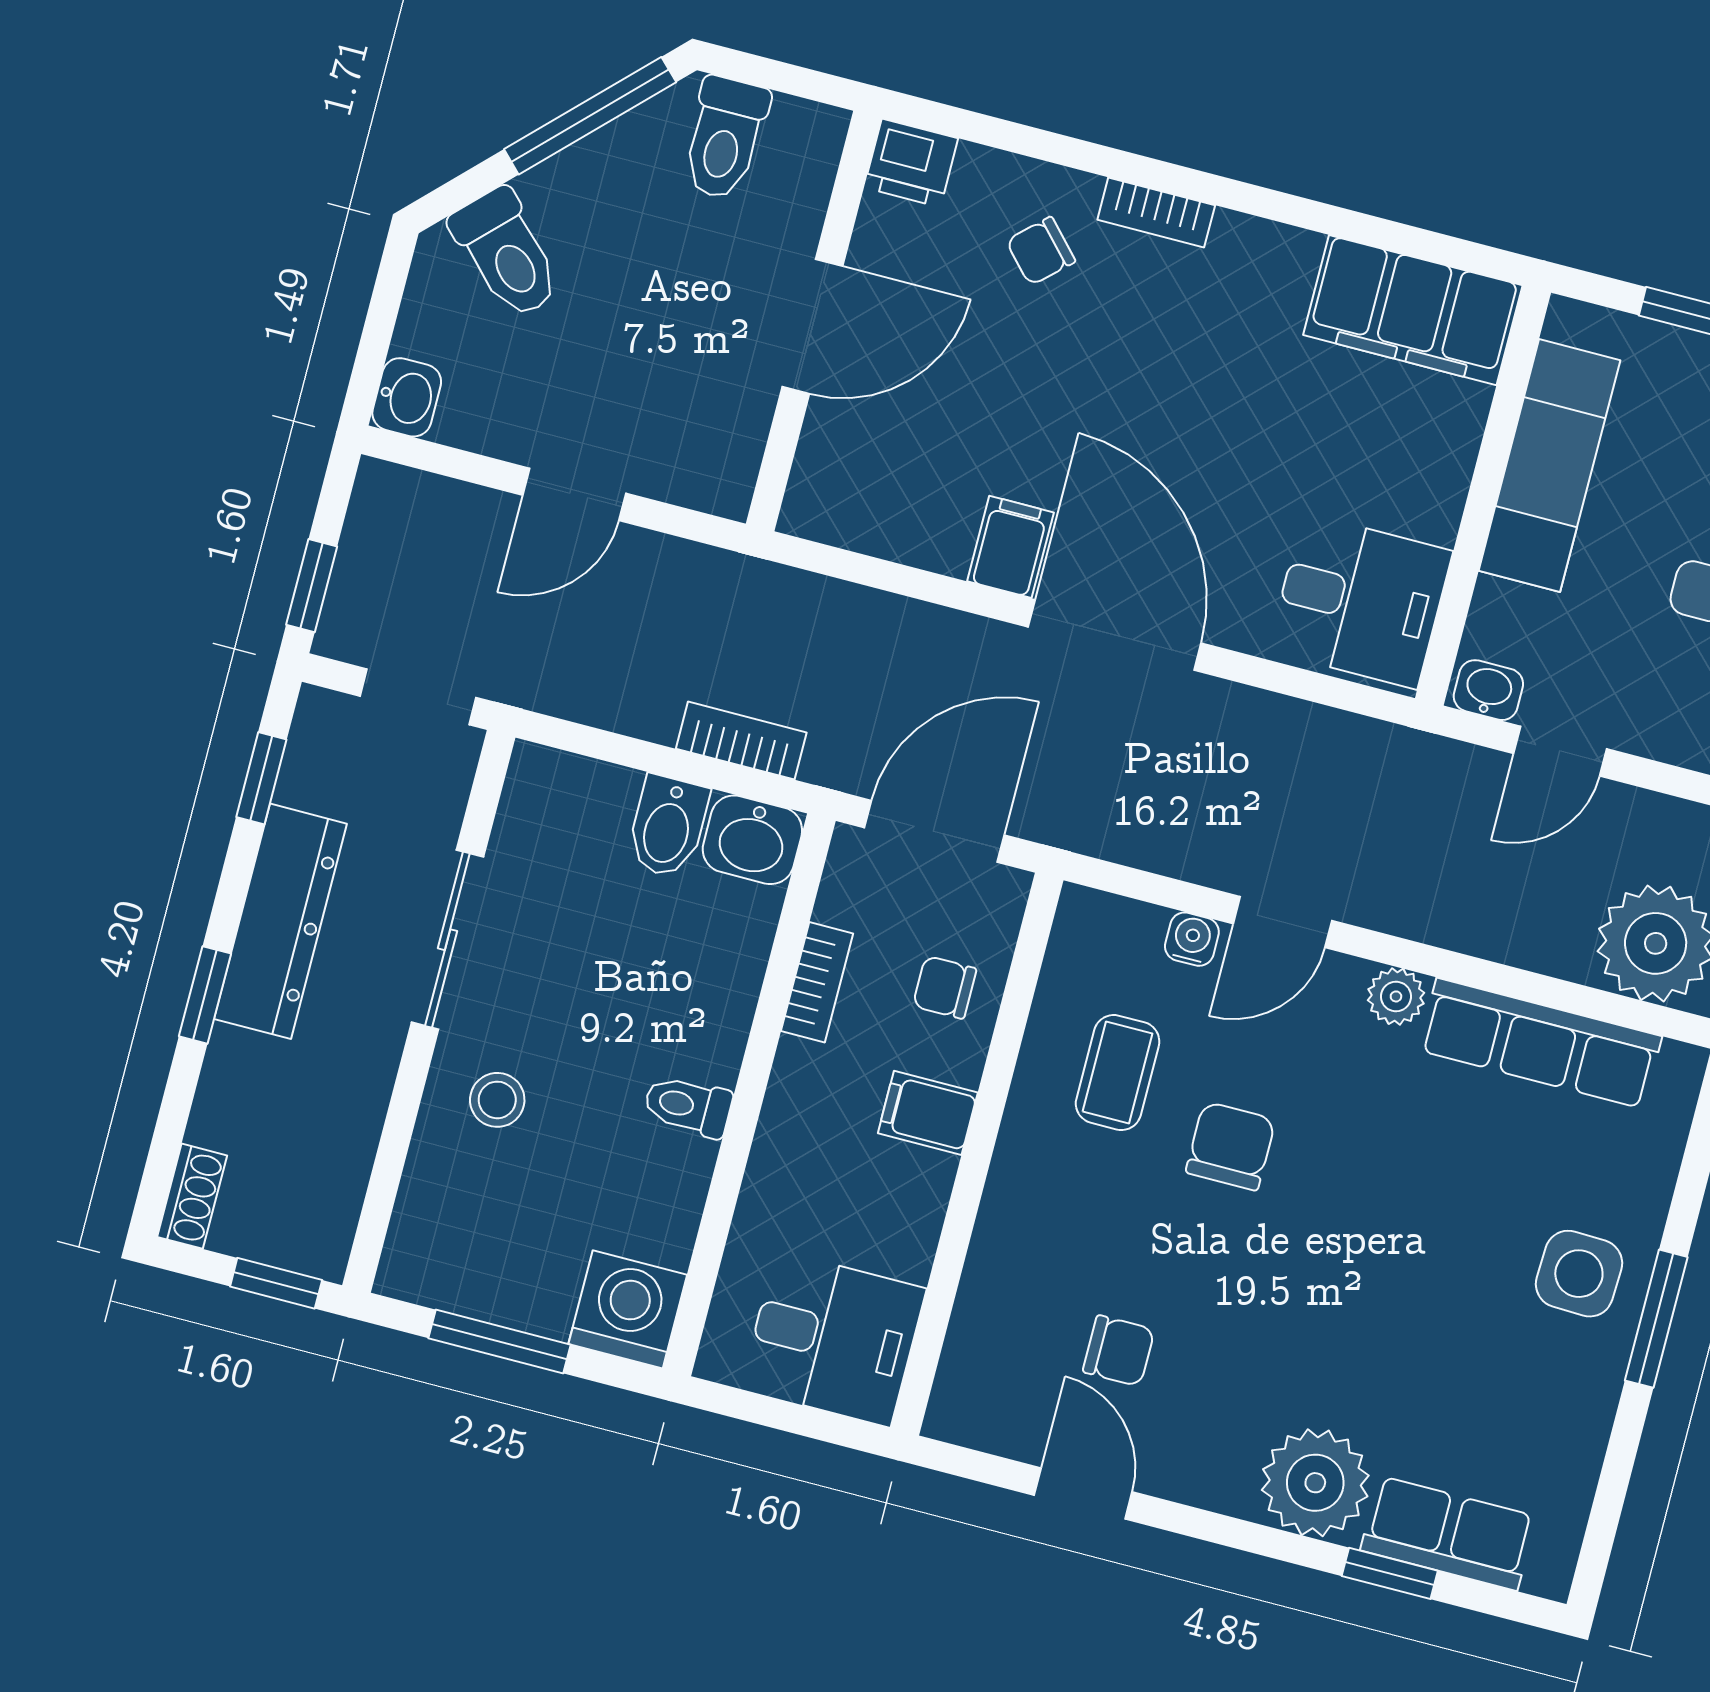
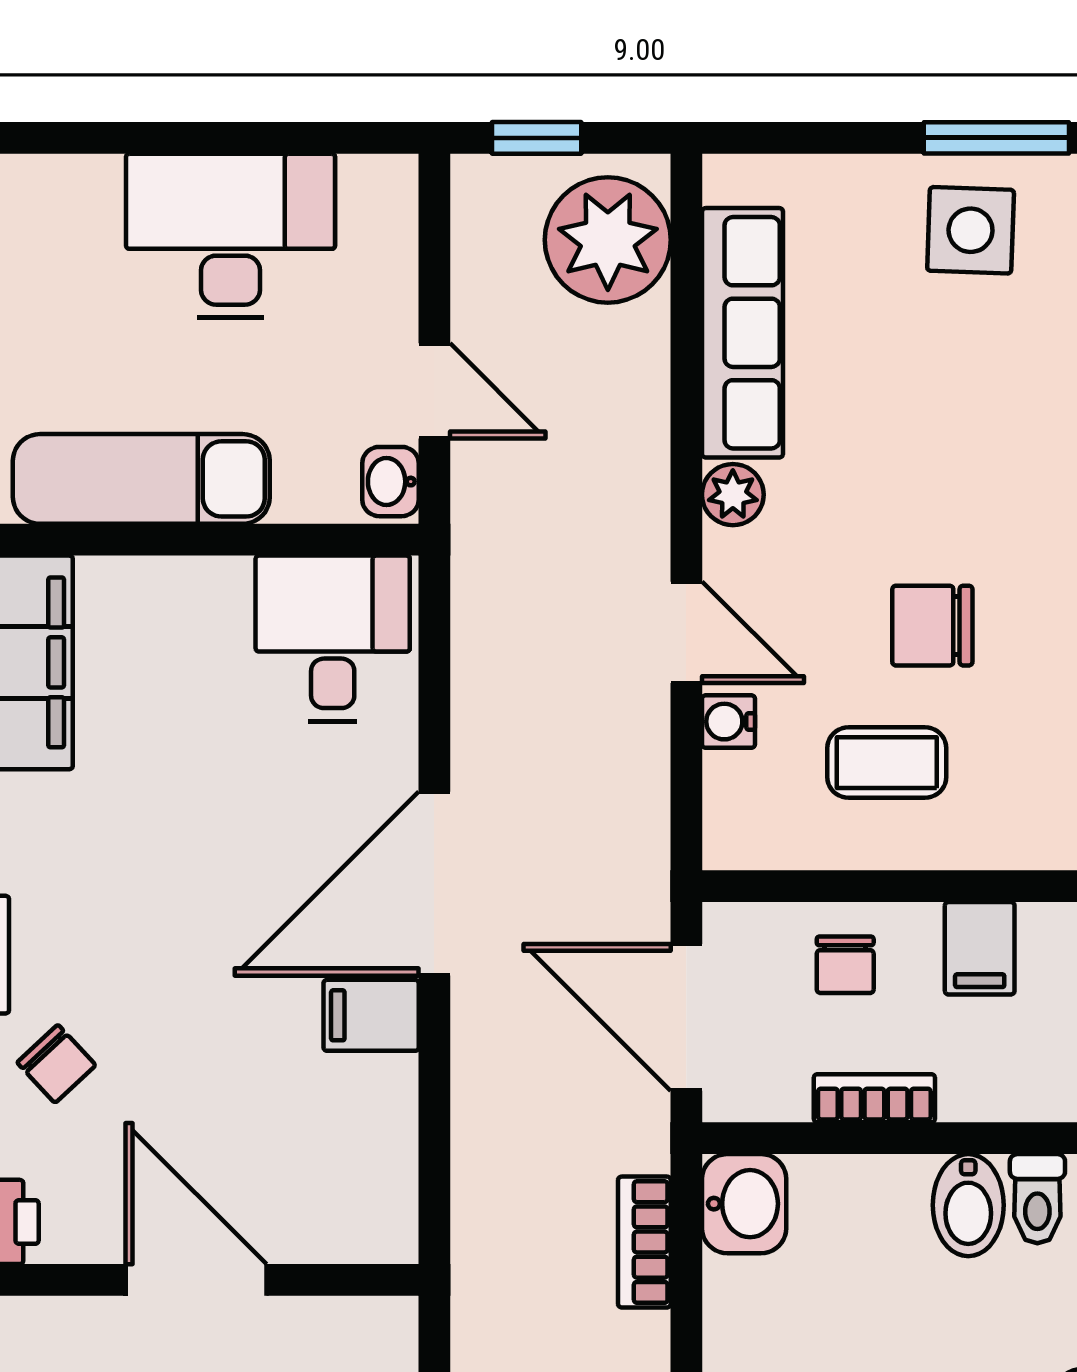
bidet: (668, 827) -> (968, 1205), moved, turned 90

